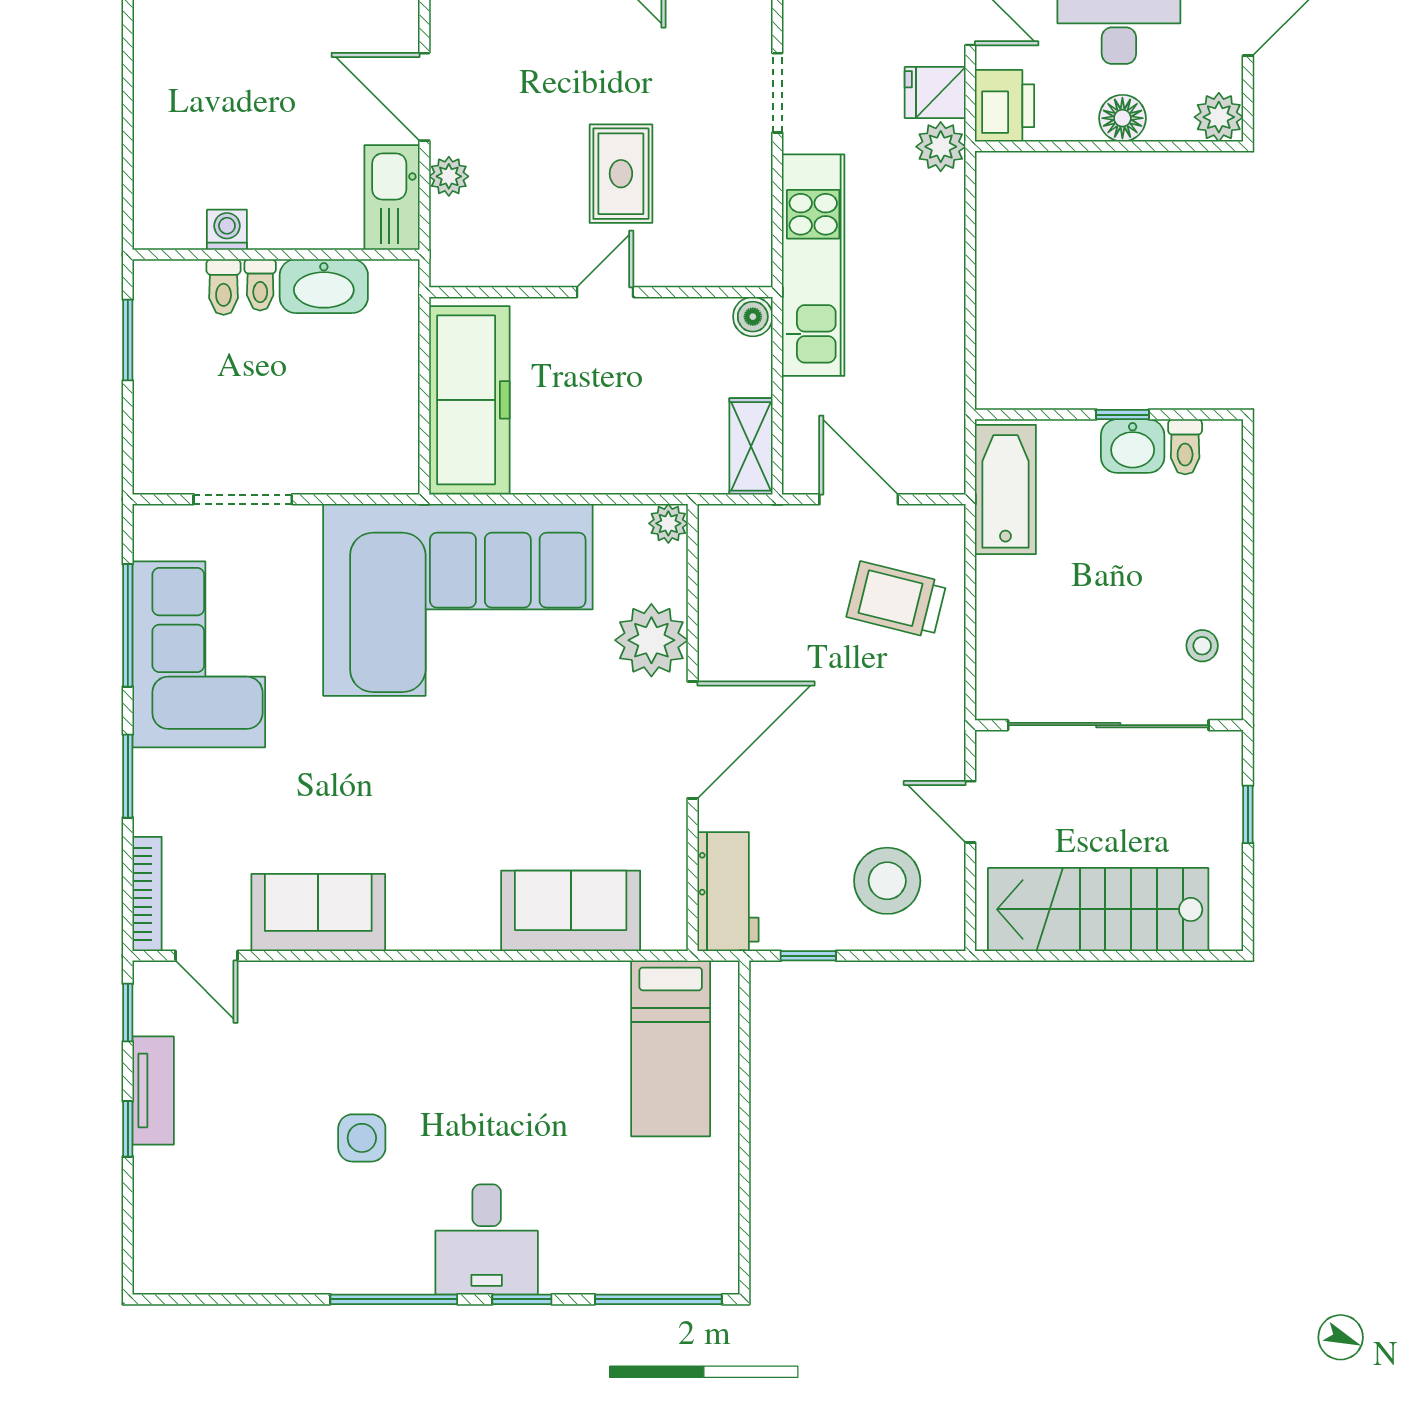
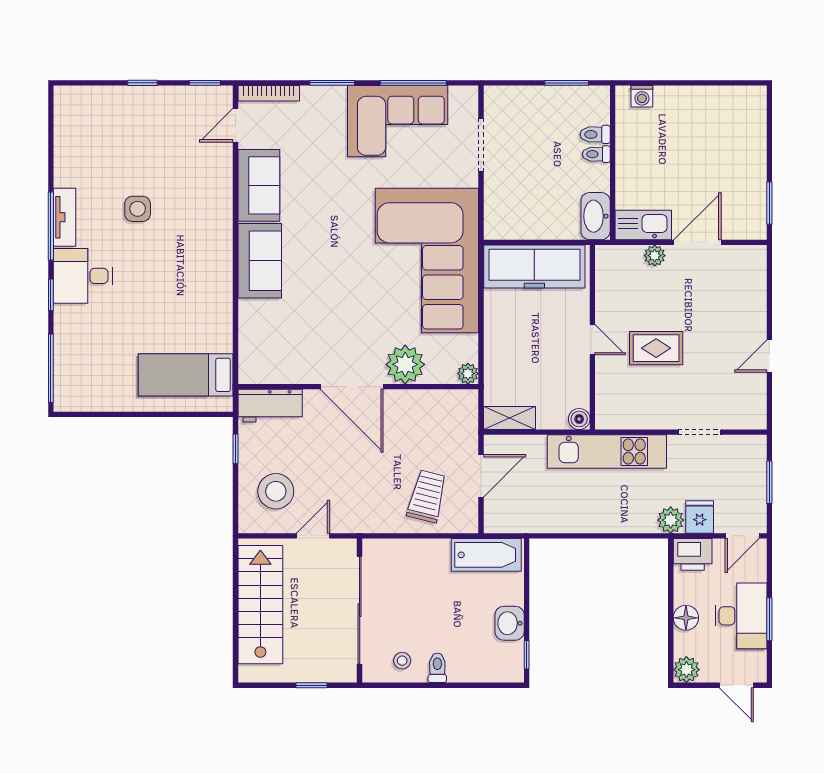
washing machine: (227, 230) -> (642, 96), moved, turned 90
washbasin: (324, 286) -> (596, 216), moved
window: (1122, 415) -> (527, 655), moved
toilet: (1185, 447) -> (437, 668), moved, turned 90
sofa: (571, 911) -> (260, 261), moved
tv unit: (153, 1091) -> (64, 217), moved, turned -90

